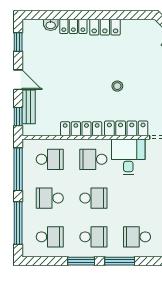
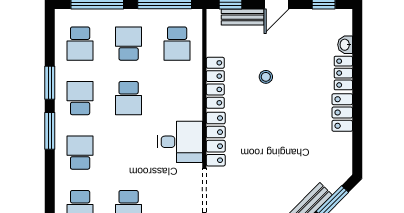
stool: (117, 86) -> (266, 77), moved
school desk: (93, 159) -> (177, 98), removed
school desk: (93, 237) -> (80, 98), turned 180

